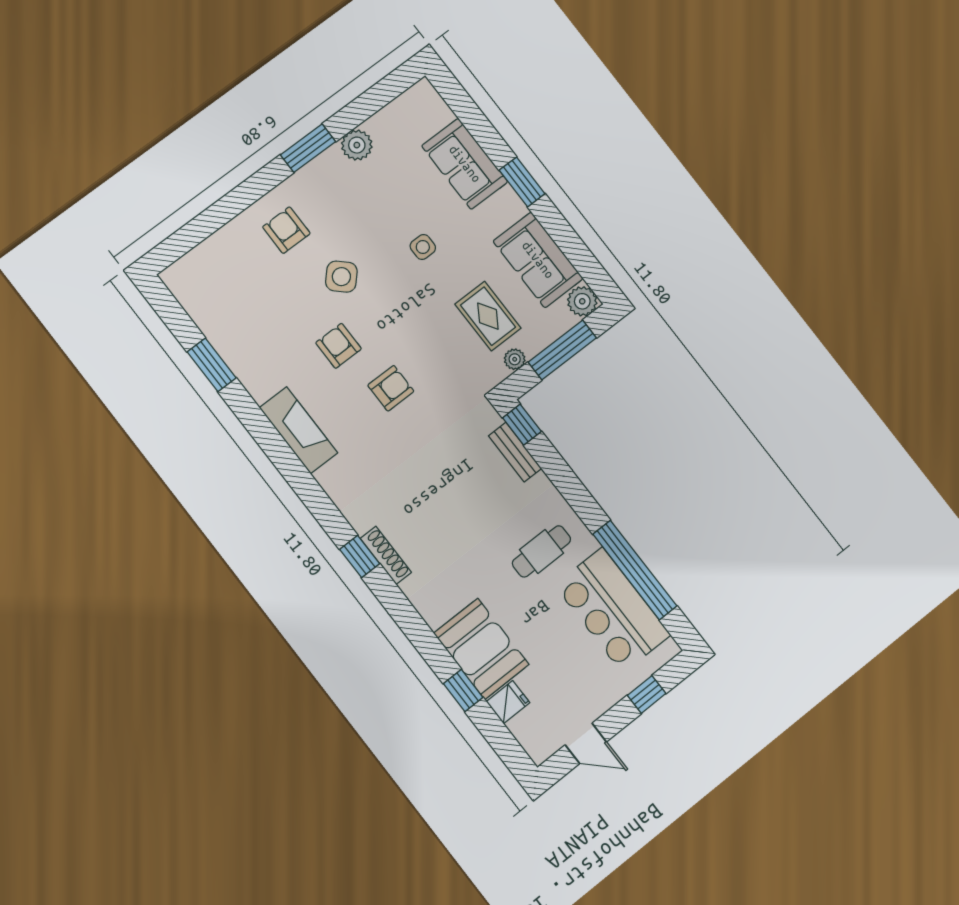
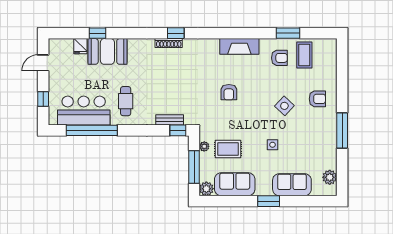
plant: (357, 145) -> (330, 177), moved
window: (308, 148) -> (342, 130), width x1.44
coffee table: (228, 309) -> (304, 55), added
armchair: (339, 346) -> (279, 58), moved

